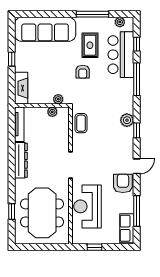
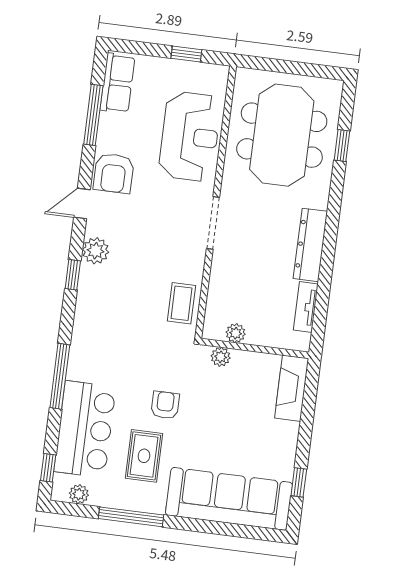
window: (137, 44) -> (48, 468), moved
window: (12, 59) -> (299, 482), moved
plant: (127, 120) -> (96, 251), moved
tv unit: (19, 124) -> (306, 307), width x0.71

